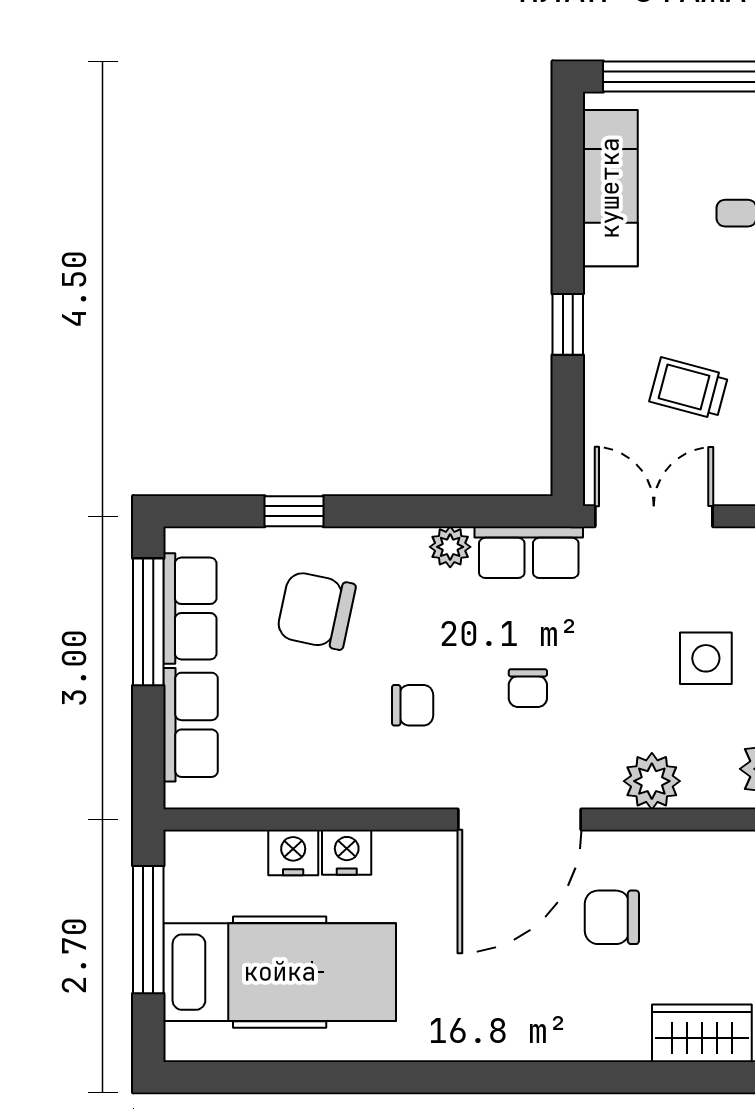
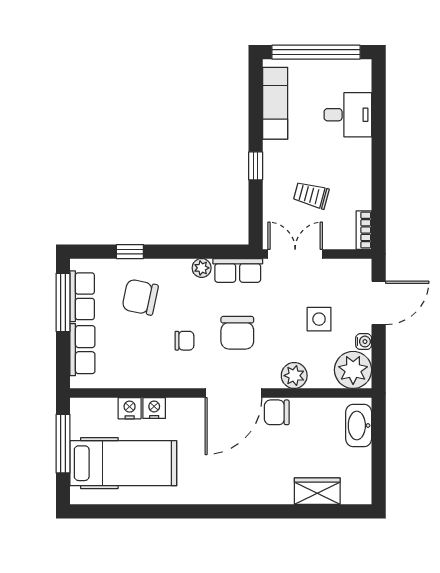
chair: (528, 688) -> (237, 333), width x1.87, depth x1.87
chair: (612, 917) -> (277, 412), moved

